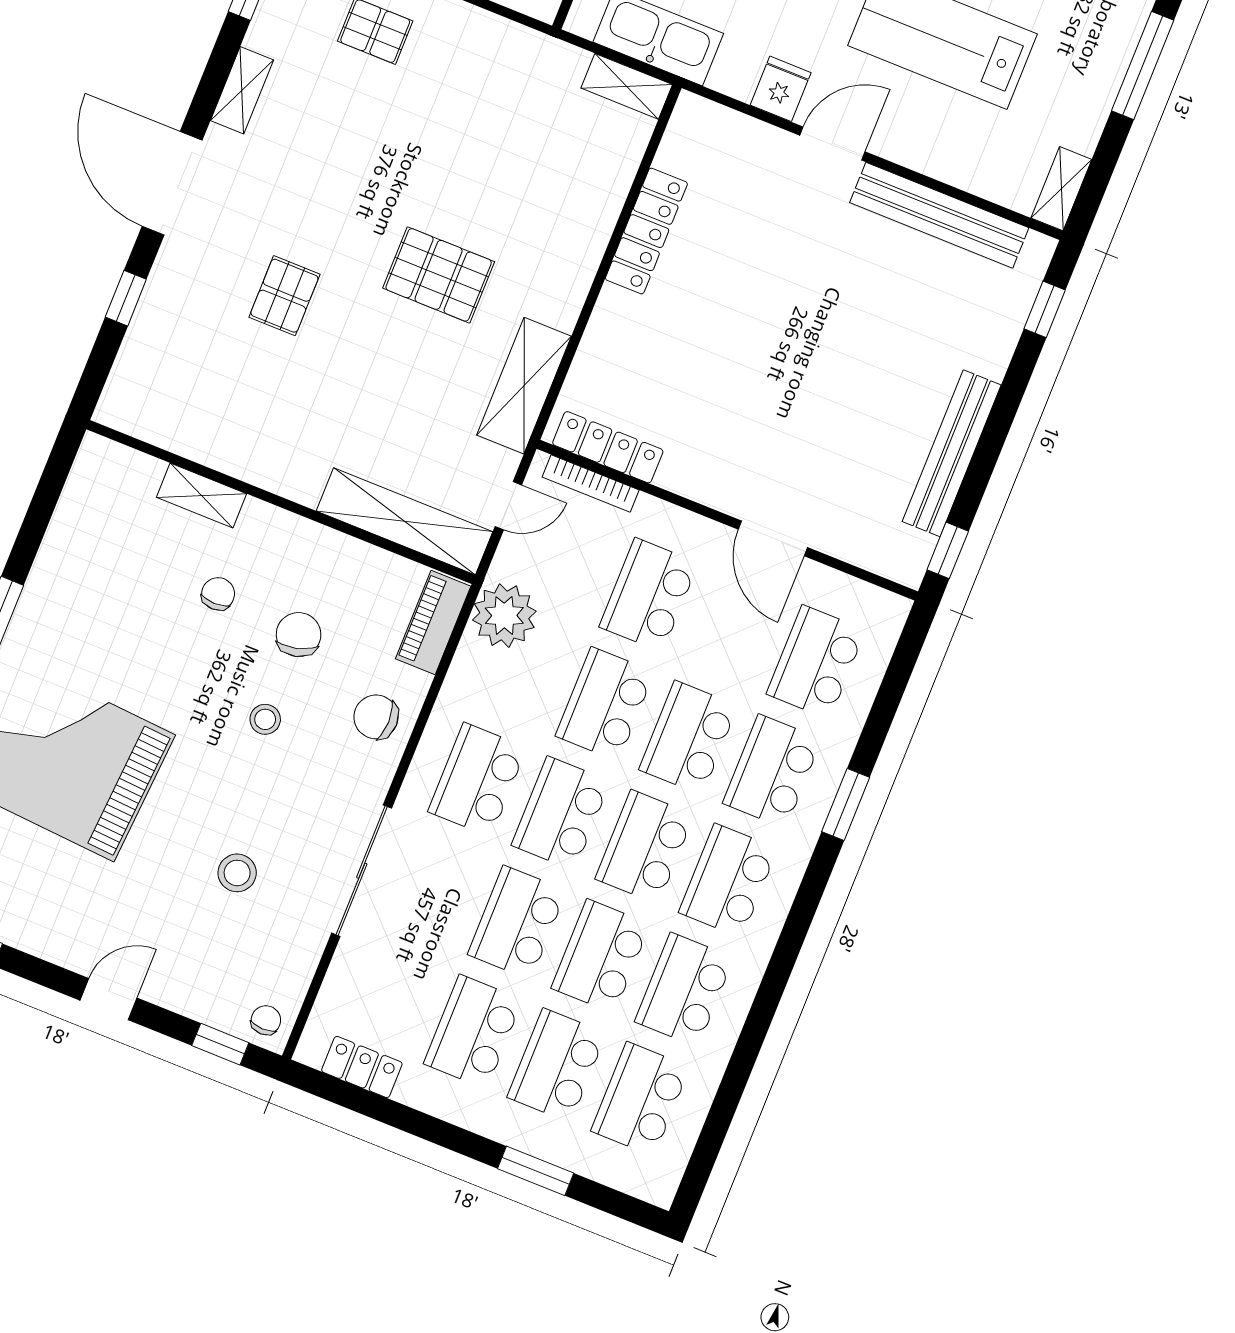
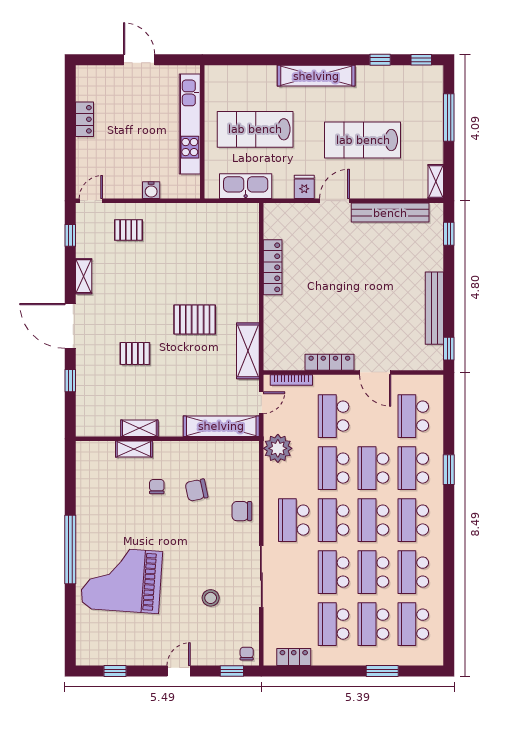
shelving: (627, 86) -> (139, 428), moved
pallet: (284, 296) -> (135, 353), turned 90
locker: (608, 447) -> (329, 362), moved
piano: (433, 623) -> (250, 463), removed
chair: (299, 635) -> (197, 490), turned -87
stool: (265, 719) -> (197, 530), removed

